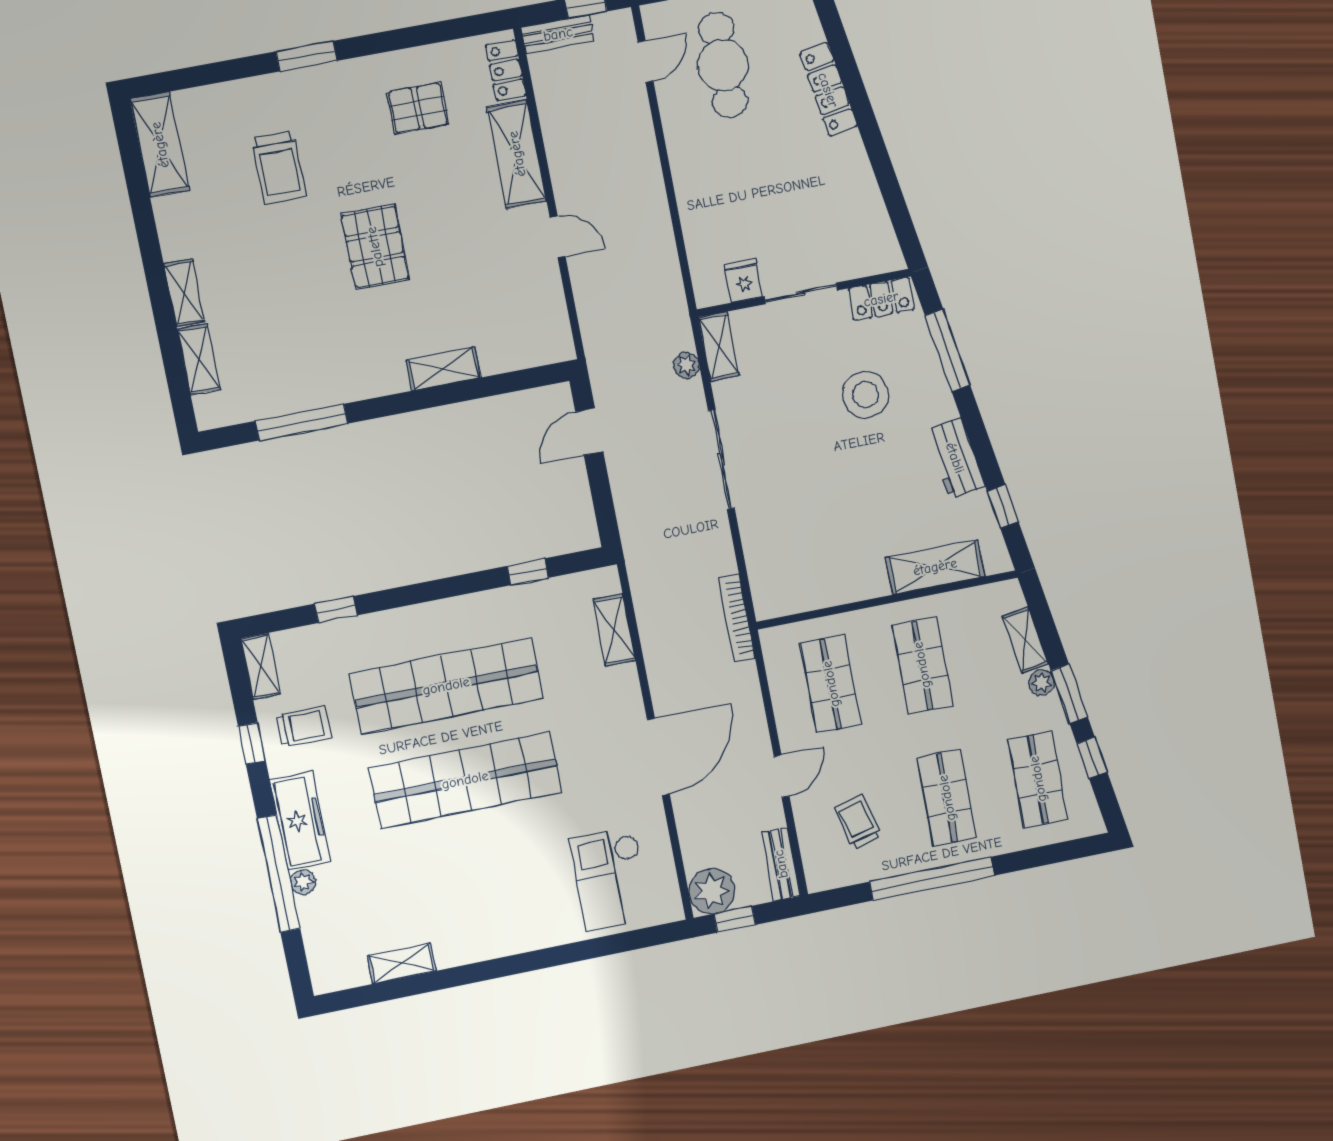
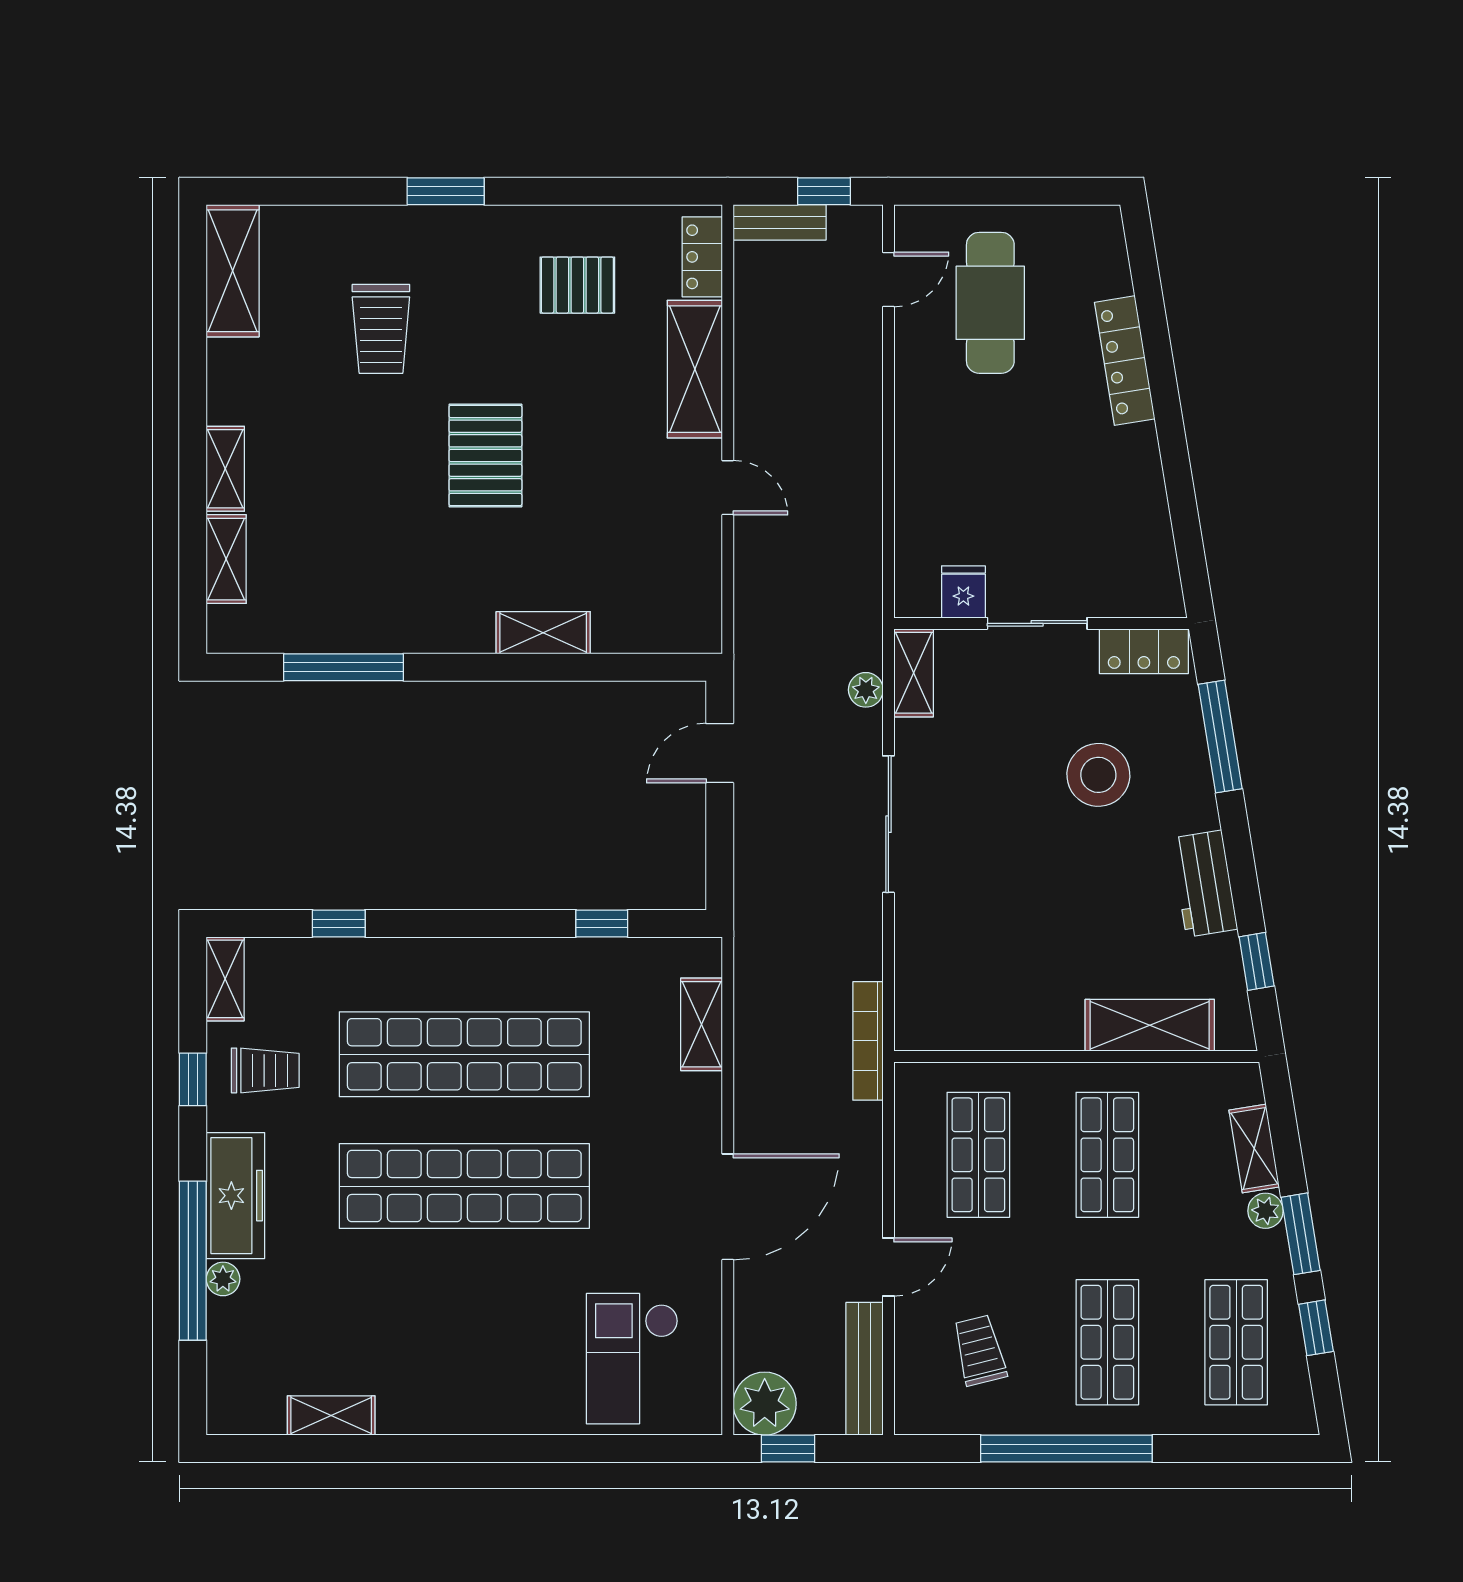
bench: (781, 864) -> (865, 1369), width x1.36

